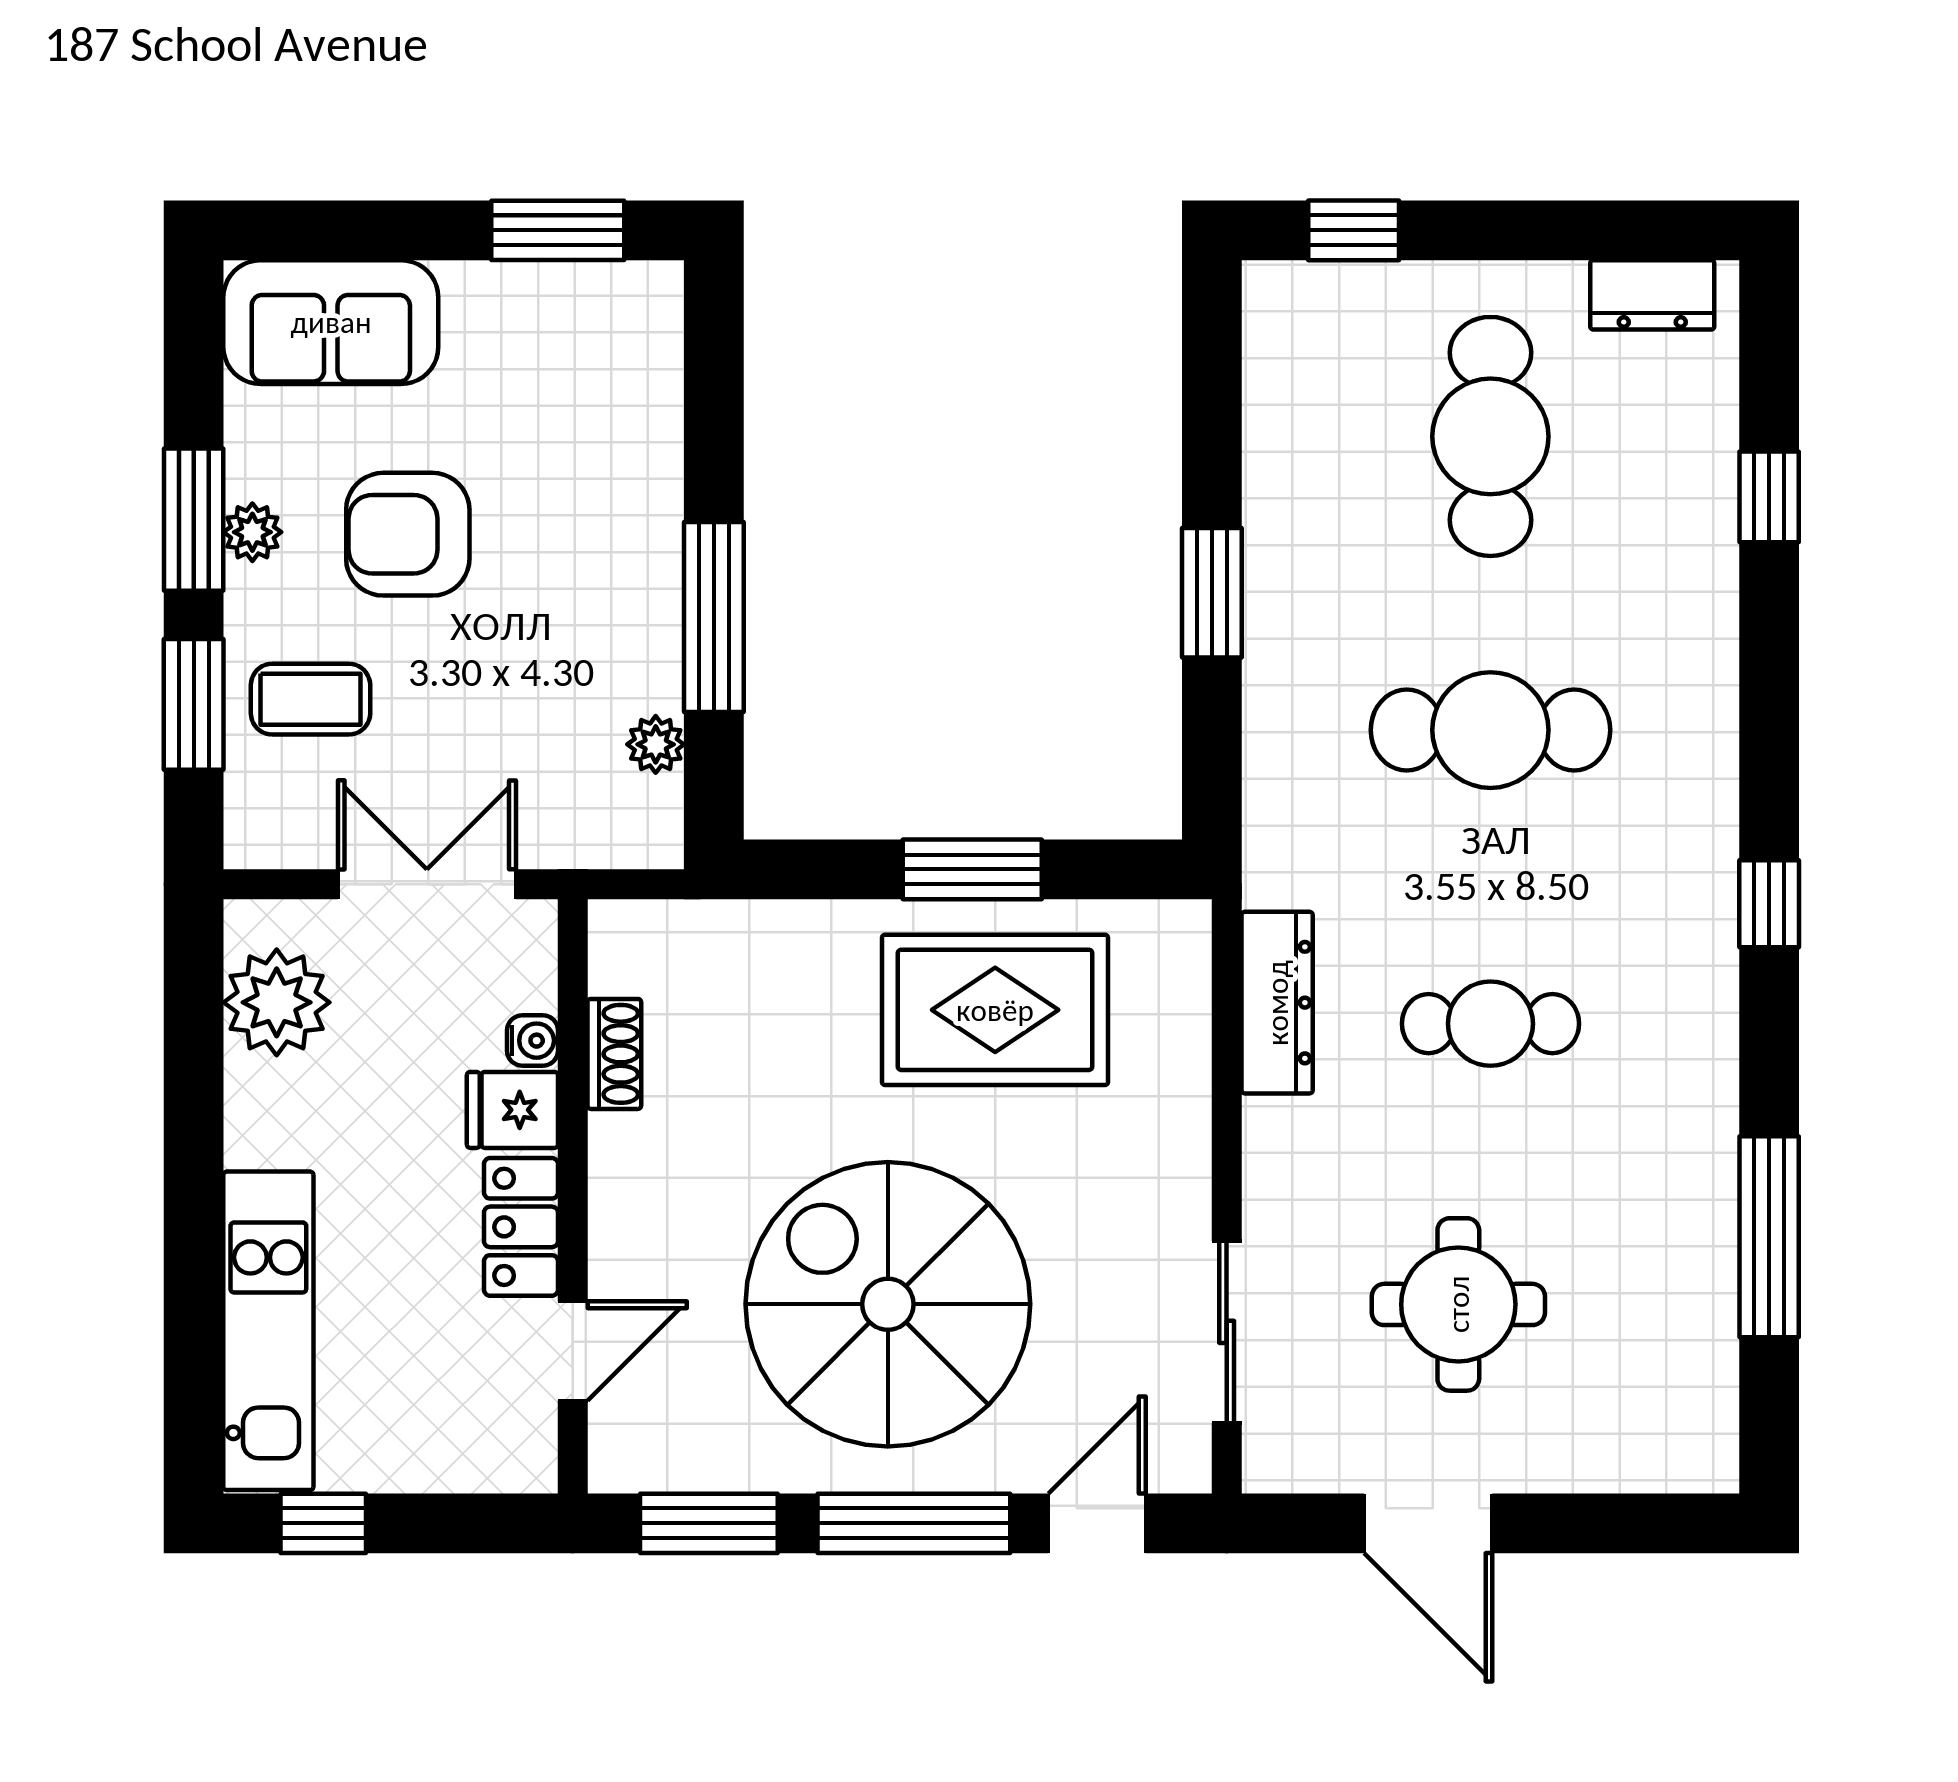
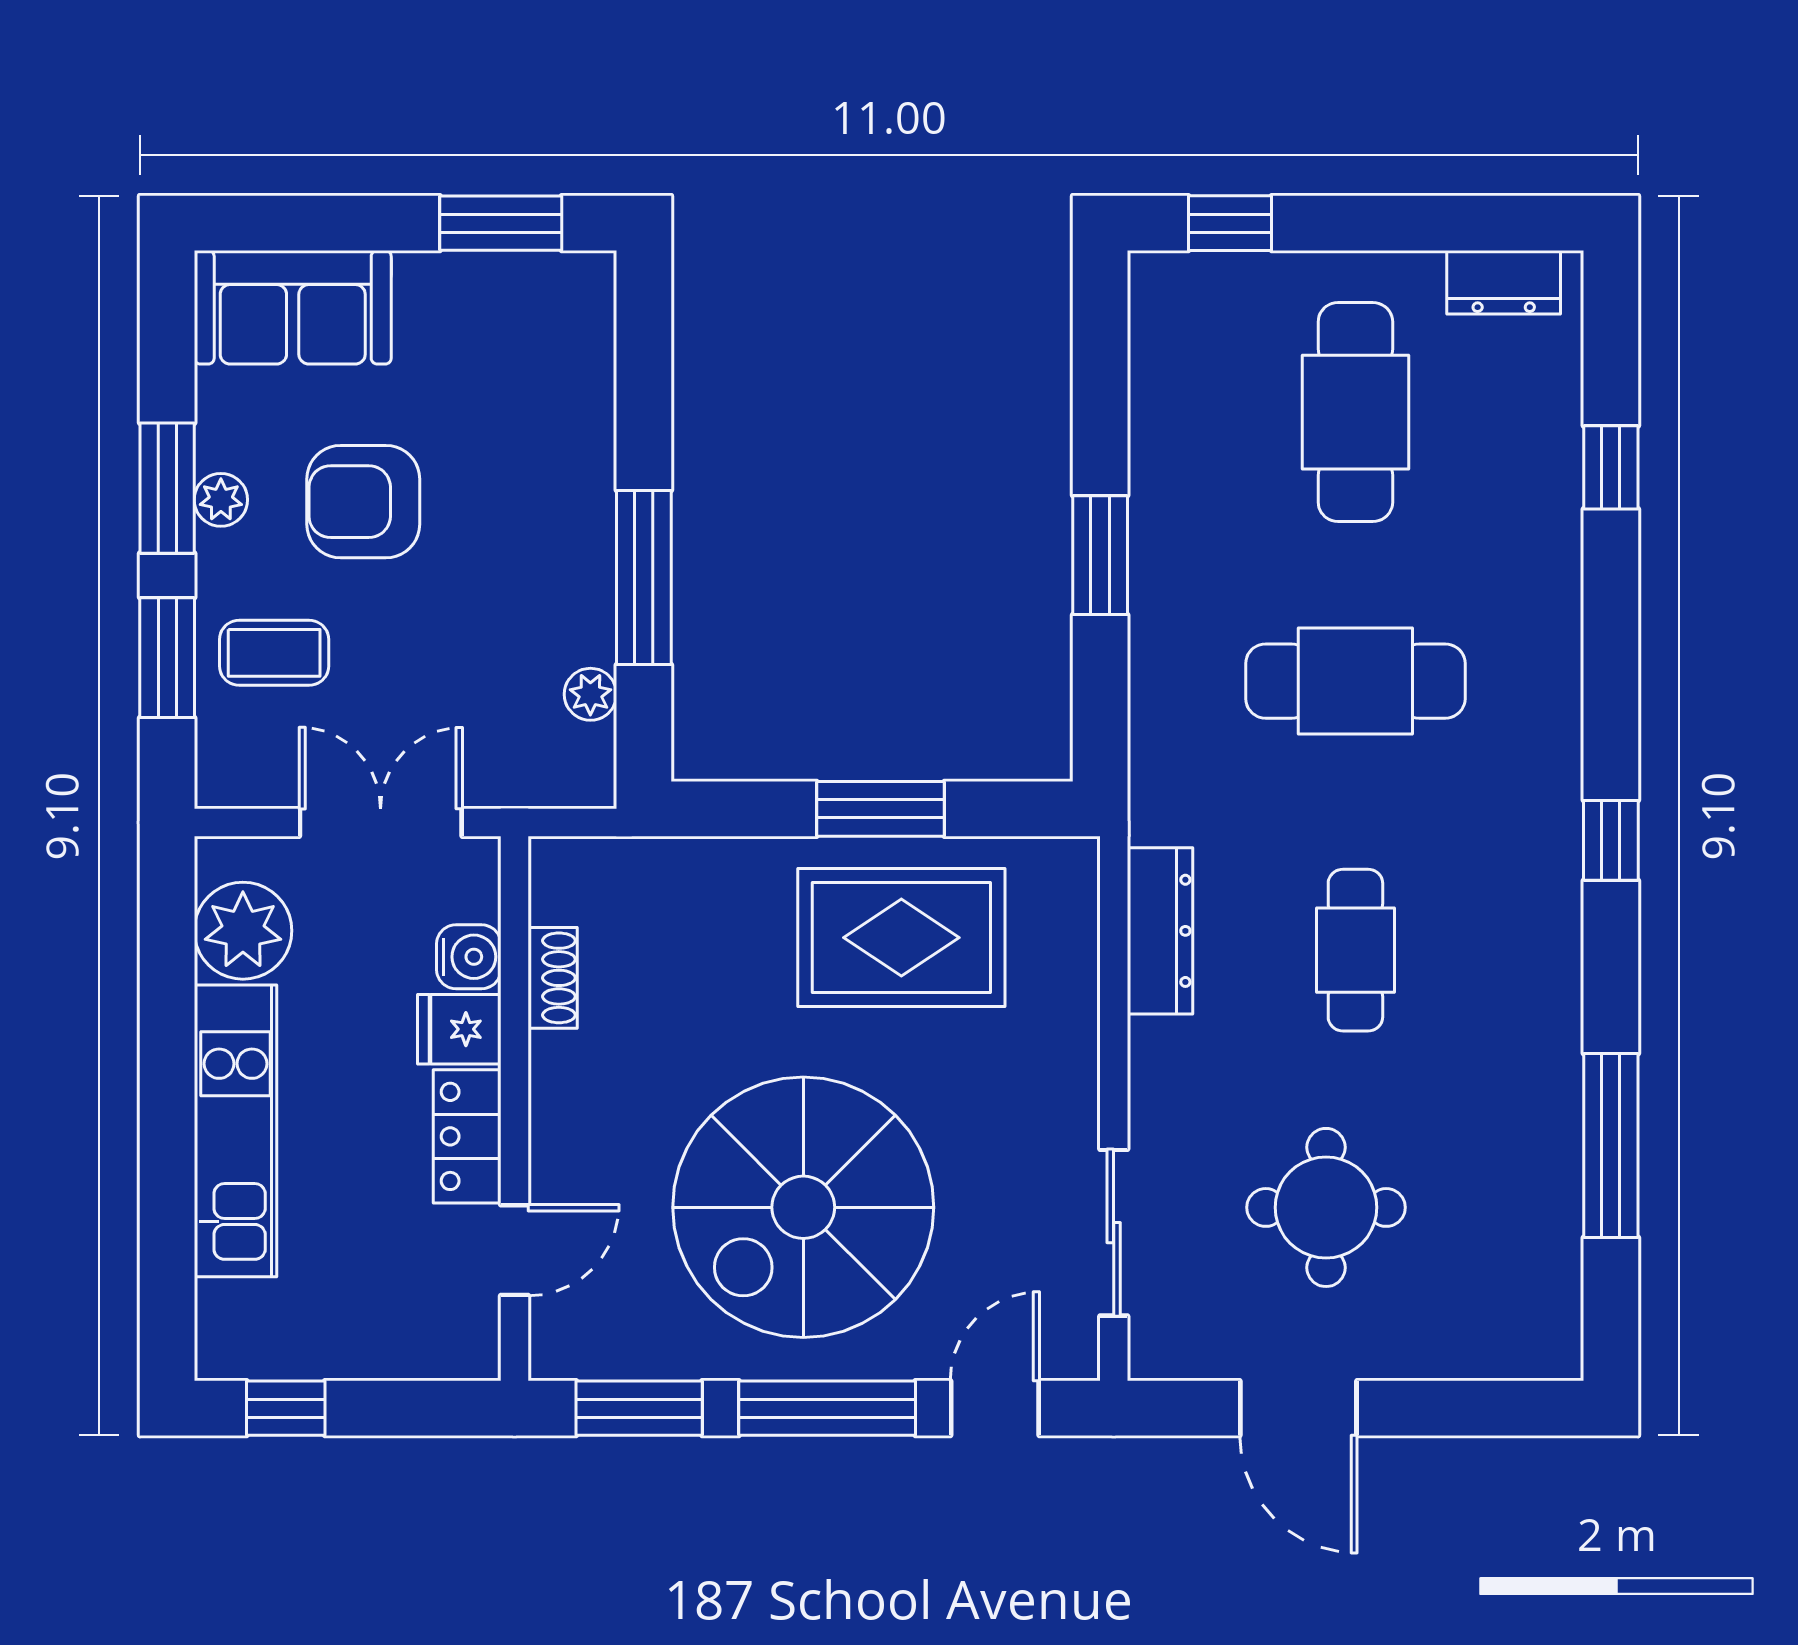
cafe table: (1490, 1024) -> (1355, 950), turned 90
water cooler: (533, 1041) -> (469, 957), width x1.38, depth x1.38
spiral stairs: (888, 1304) -> (803, 1207), turned -90
kitchen unit: (268, 1331) -> (236, 1131), moved

